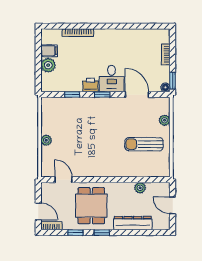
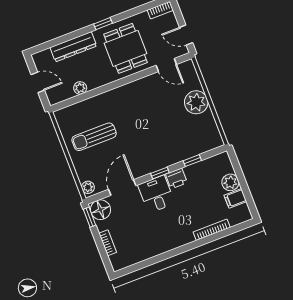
floor lamp: (165, 87) -> (100, 210), width x1.89, depth x1.89
door: (137, 95) -> (122, 187), swing flipped
plant: (165, 120) -> (88, 187), moved
plant: (46, 140) -> (196, 102), width x1.87, depth x1.87
sun lounger: (144, 144) -> (94, 137), turned 180
door: (38, 211) -> (186, 35), moved
window: (75, 233) -> (131, 13), removed

